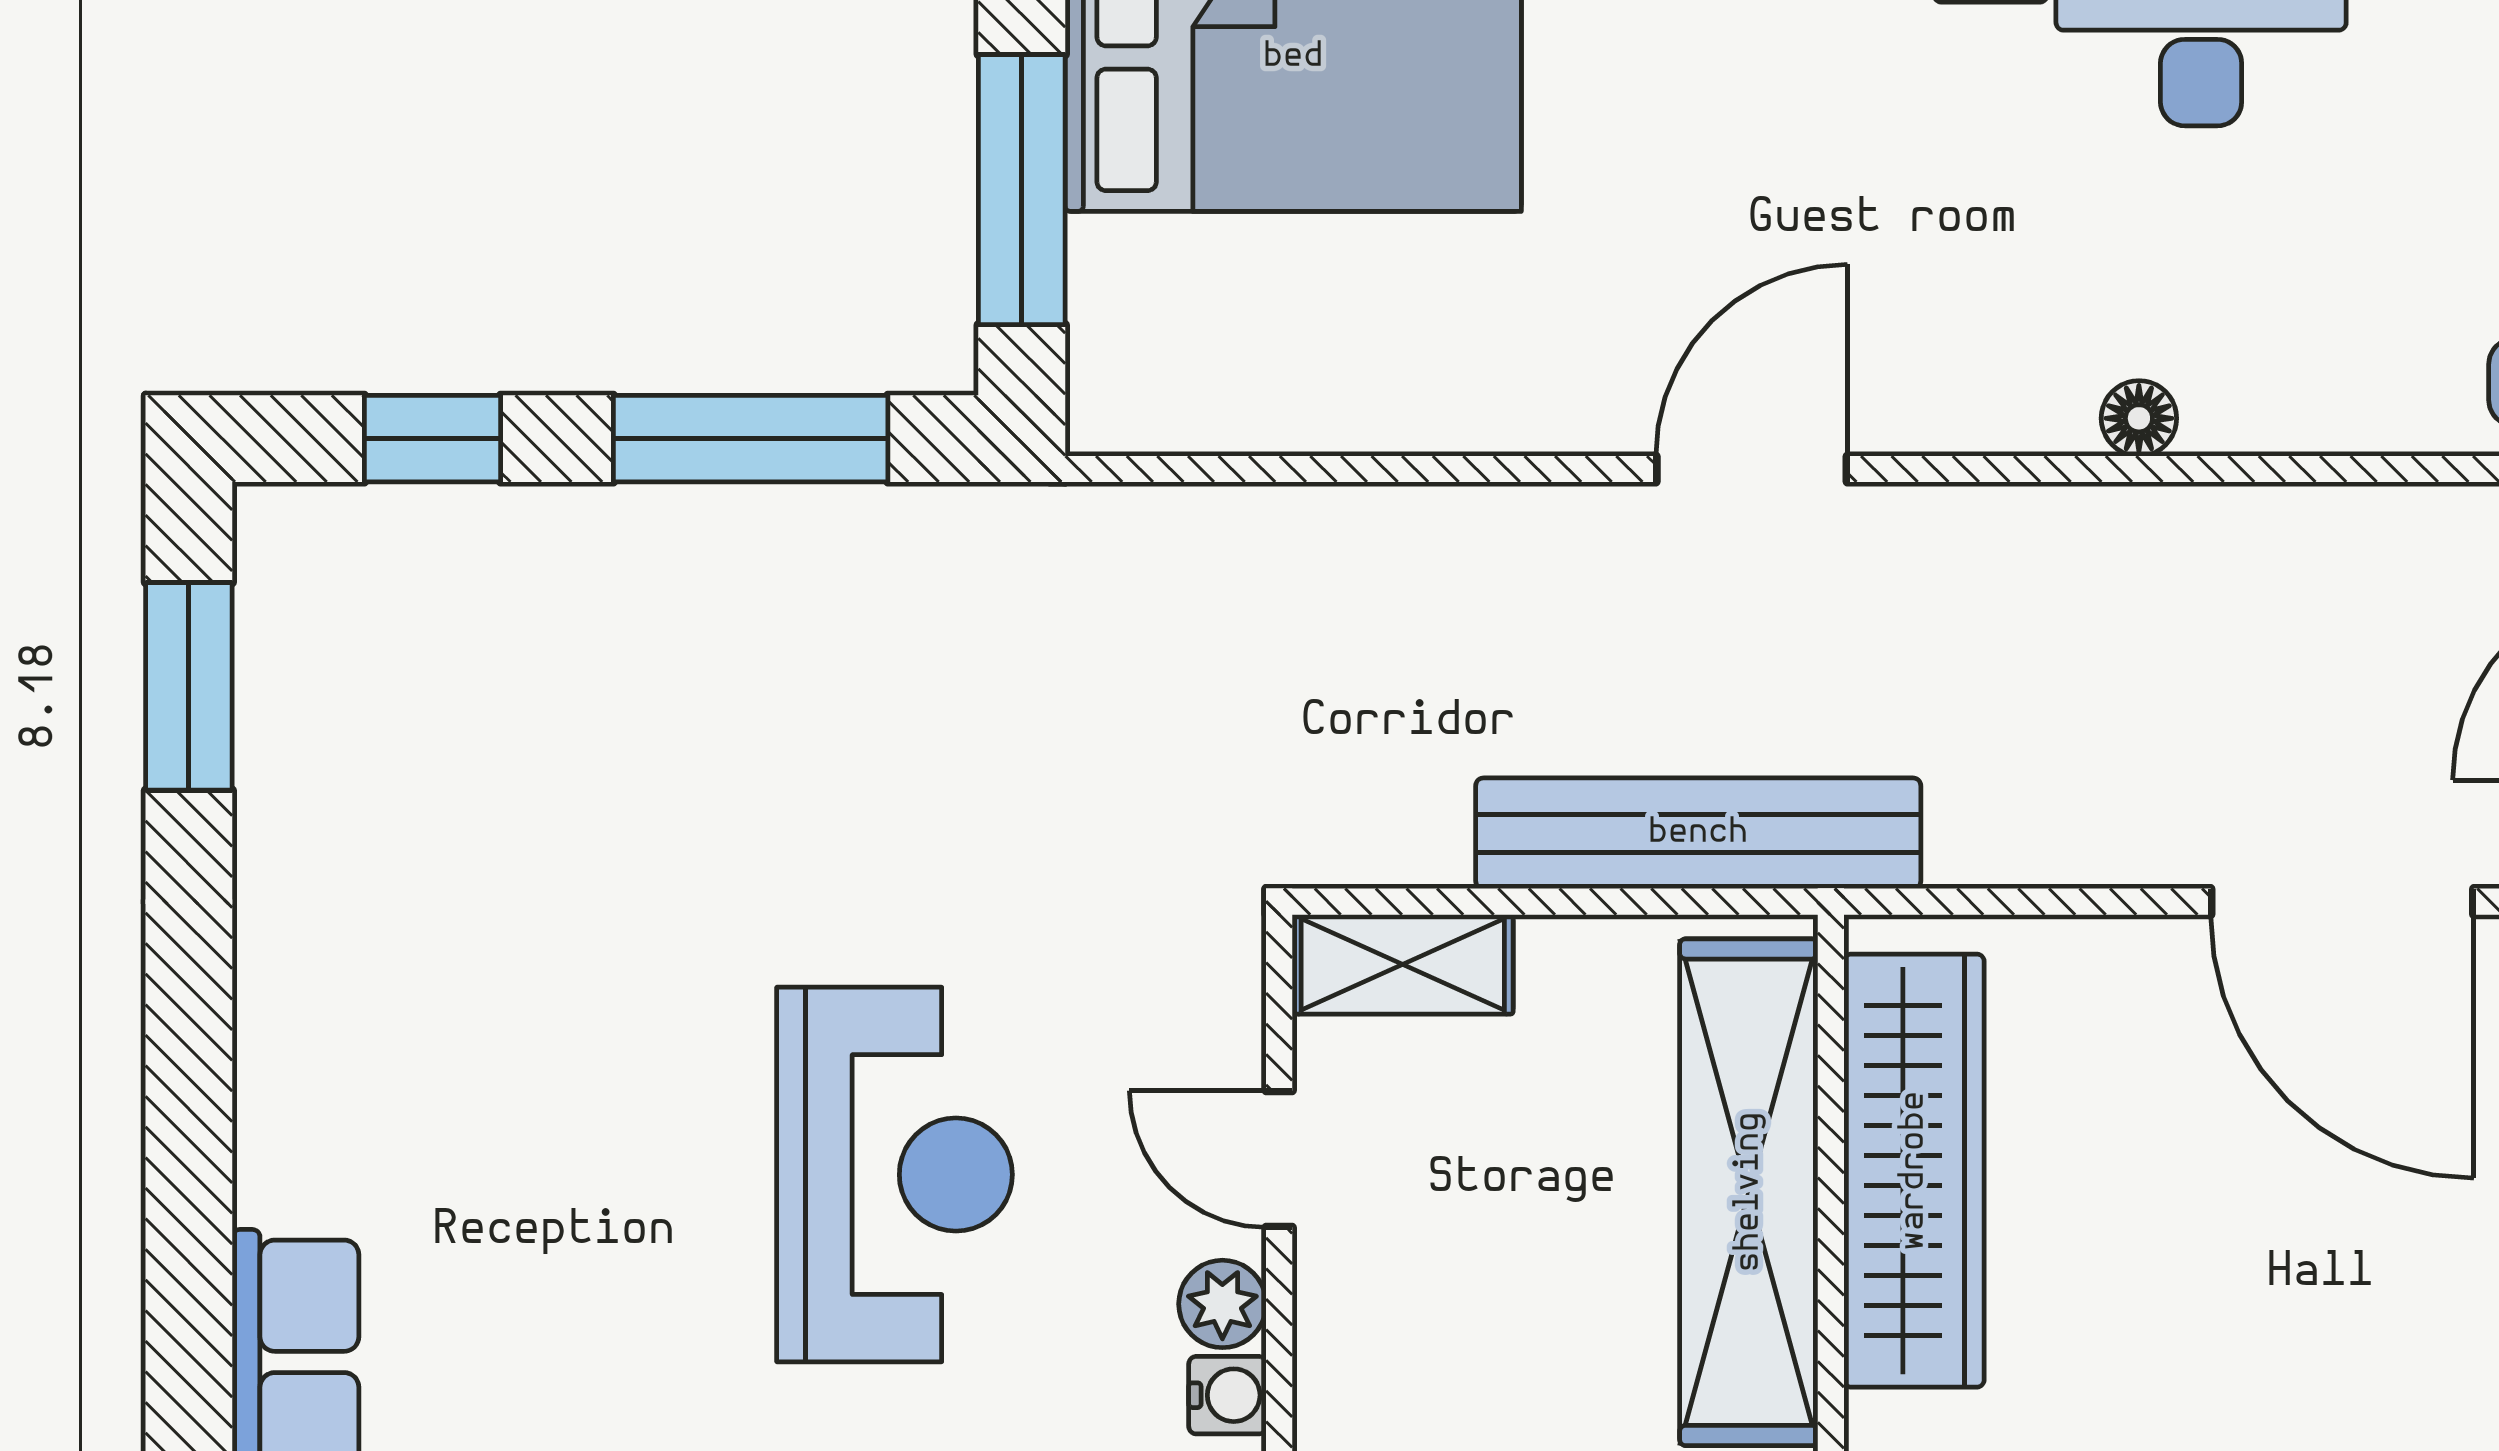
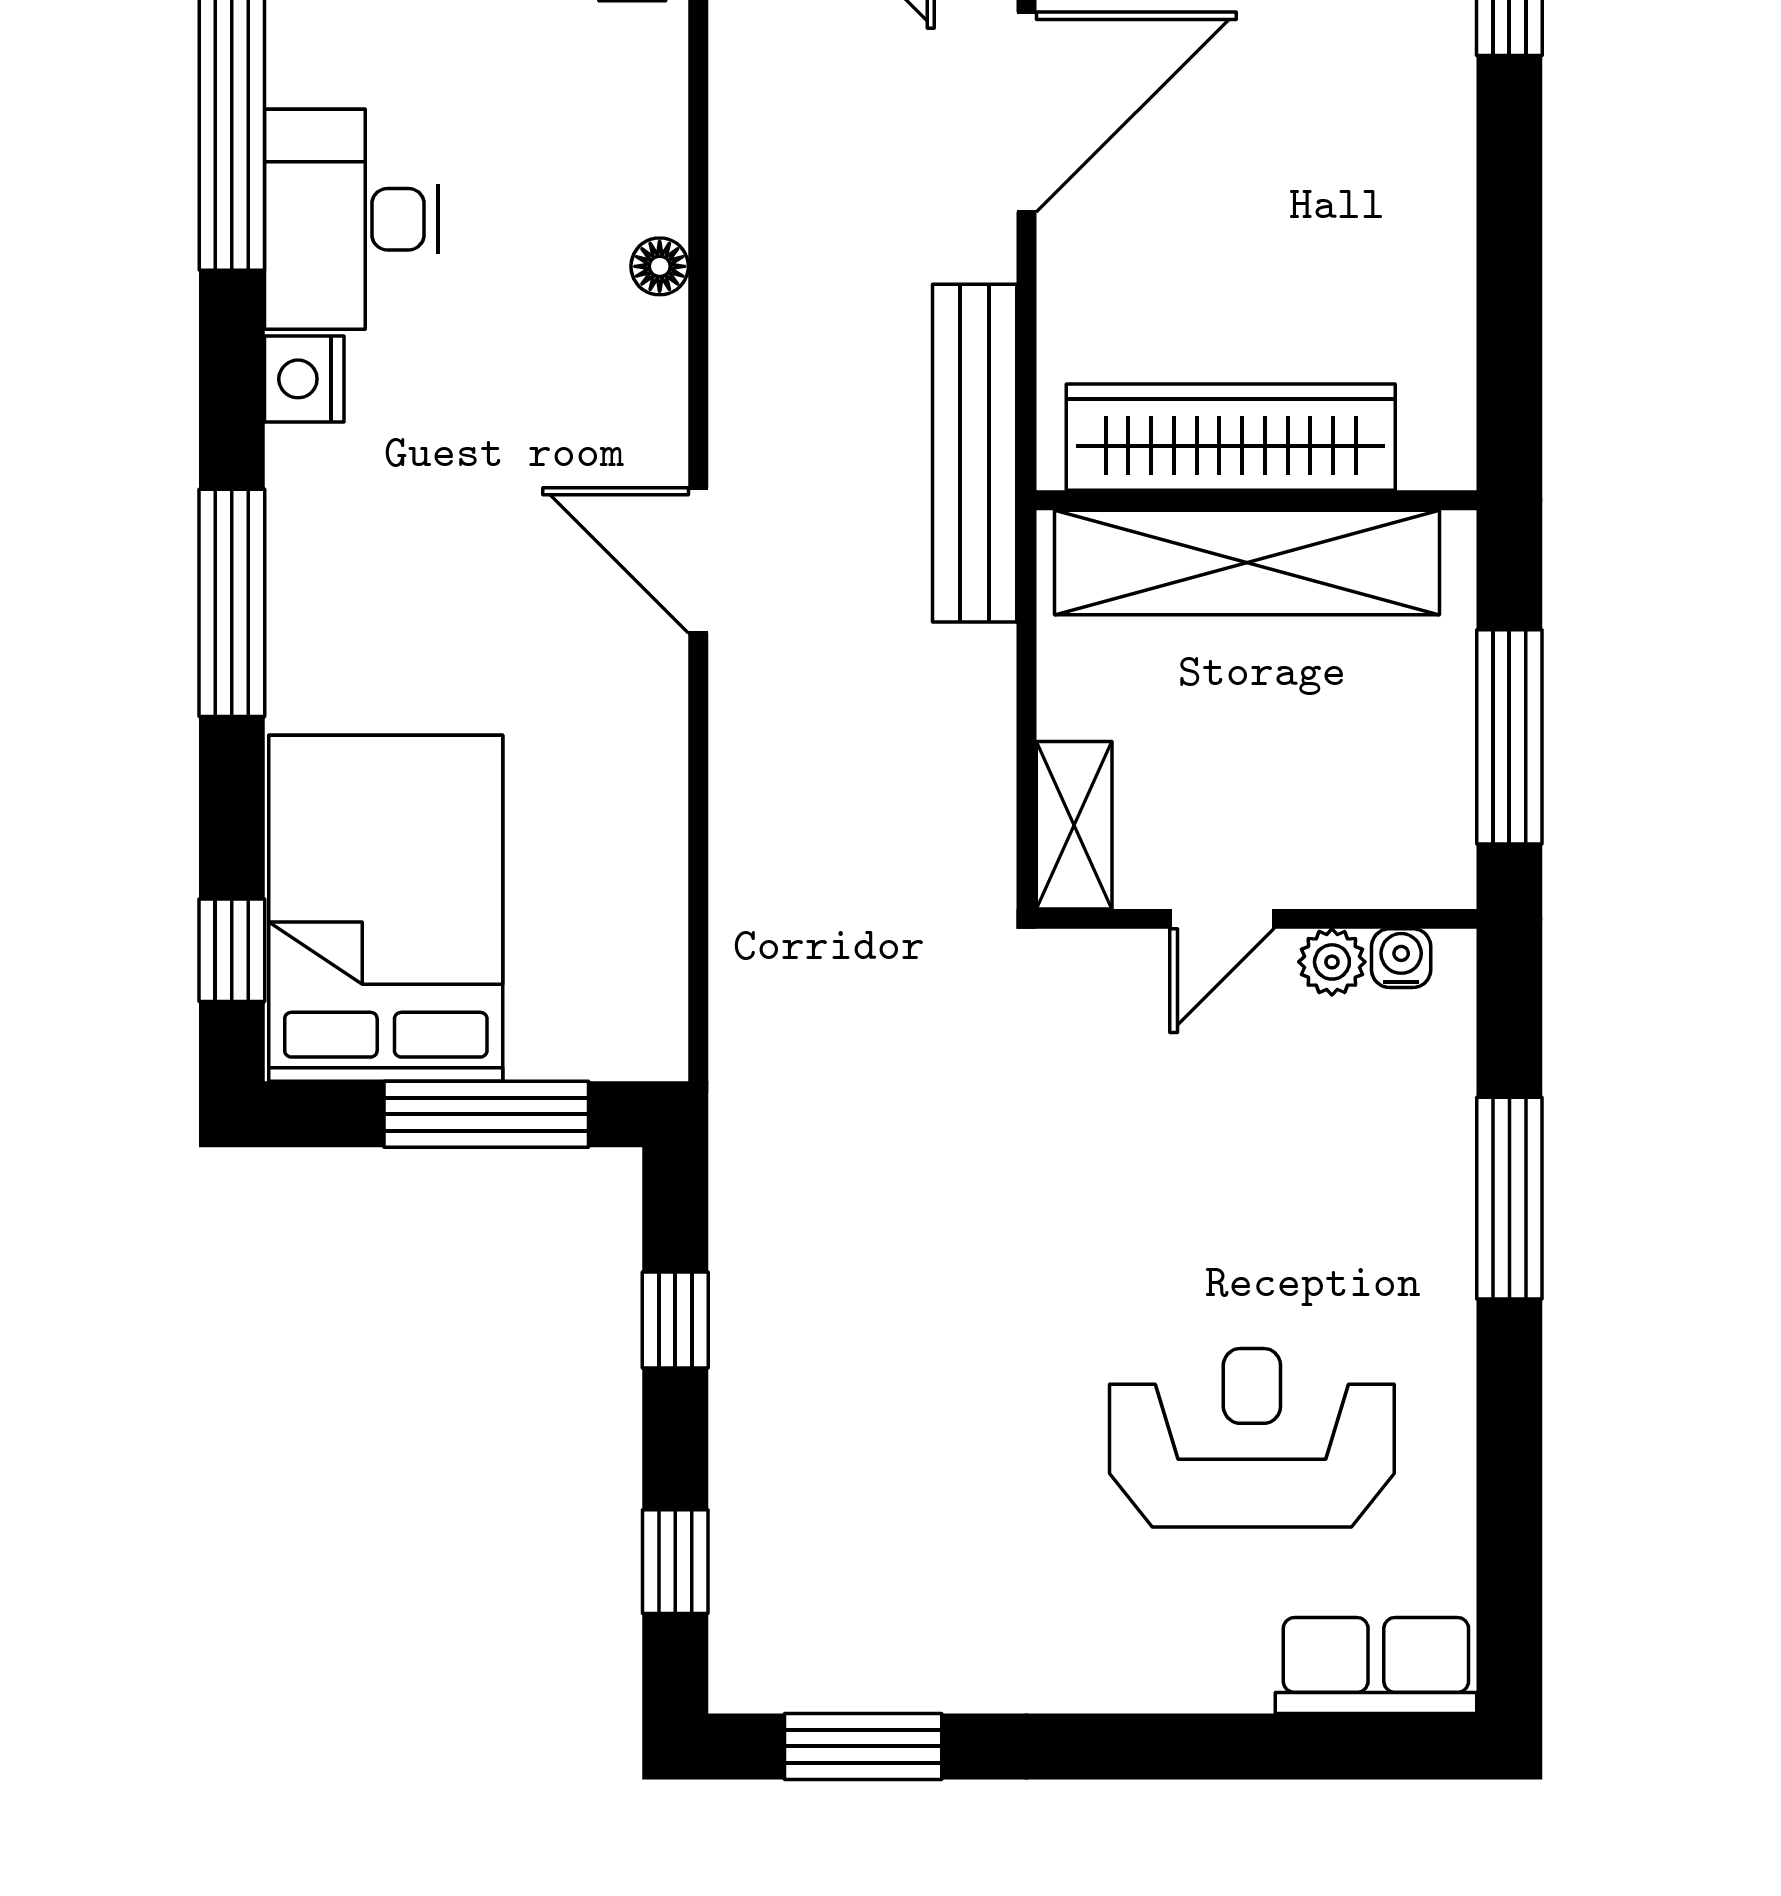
window: (751, 439) -> (675, 1320), width x0.46
bench: (1698, 833) -> (975, 453), moved
reception desk: (895, 1175) -> (1252, 1438), moved

